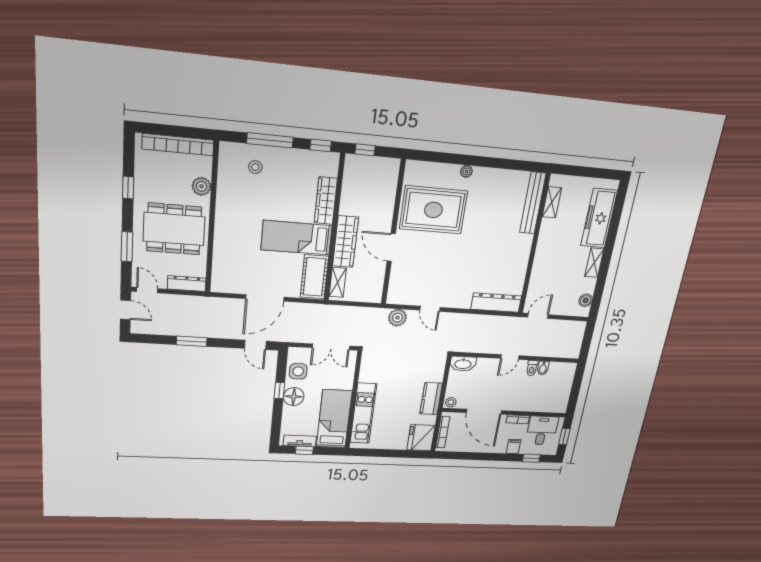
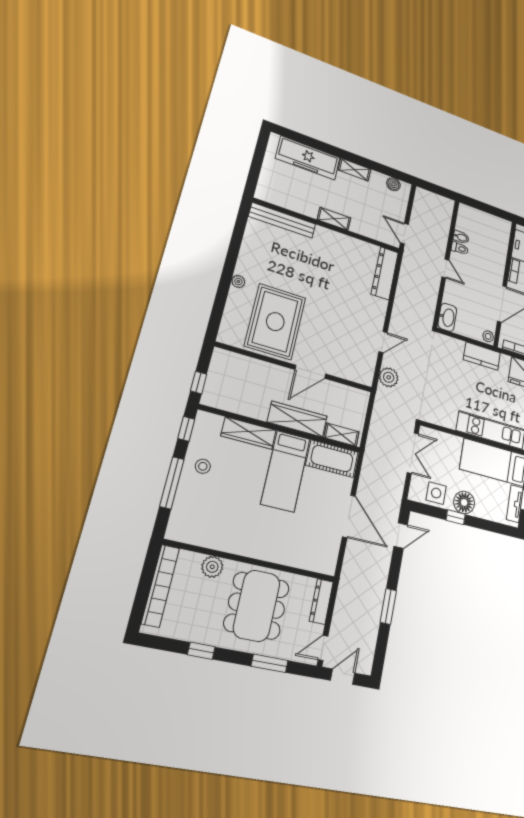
stool: (255, 167) -> (203, 466), moved
shelving: (552, 202) -> (334, 219), moved

